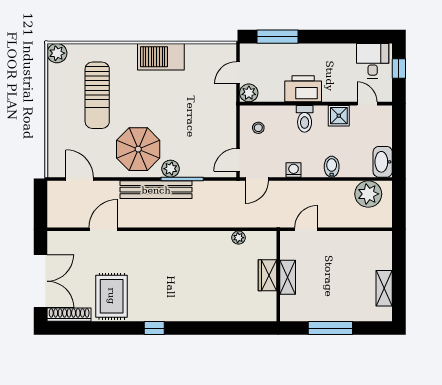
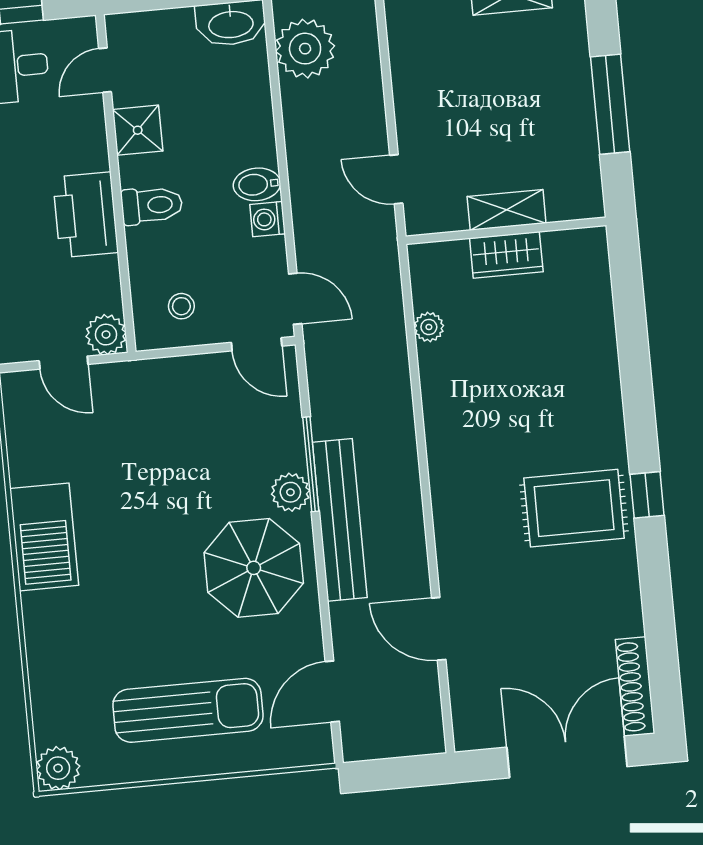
sun lounger: (97, 95) -> (188, 710), moved
bidet: (332, 167) -> (257, 184), moved
rug: (112, 296) -> (574, 508), moved

